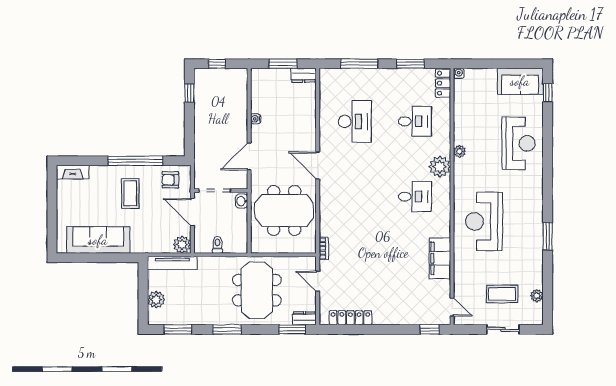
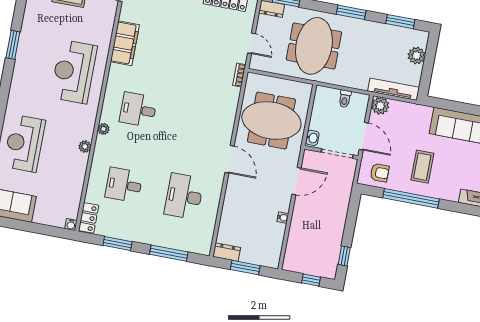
plant: (440, 167) -> (104, 129), width x0.53, depth x0.53
reception desk: (484, 221) -> (74, 72), turned 180

